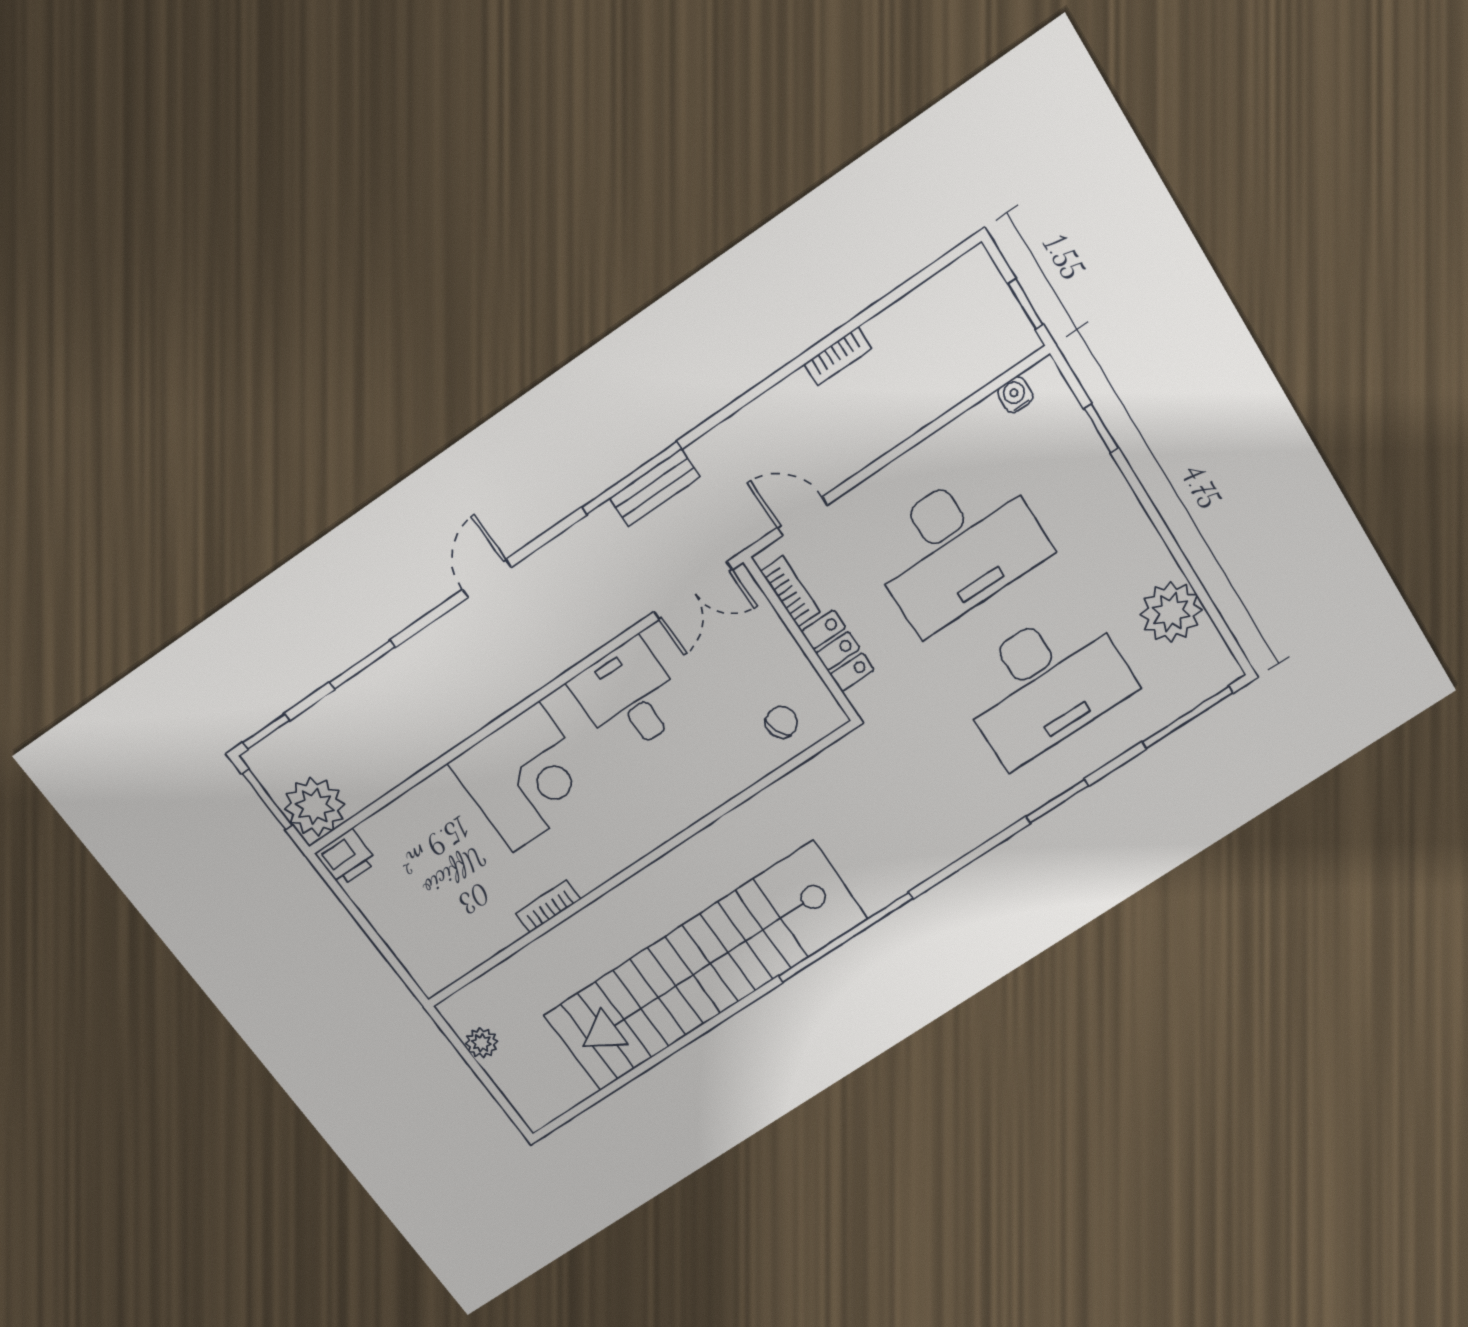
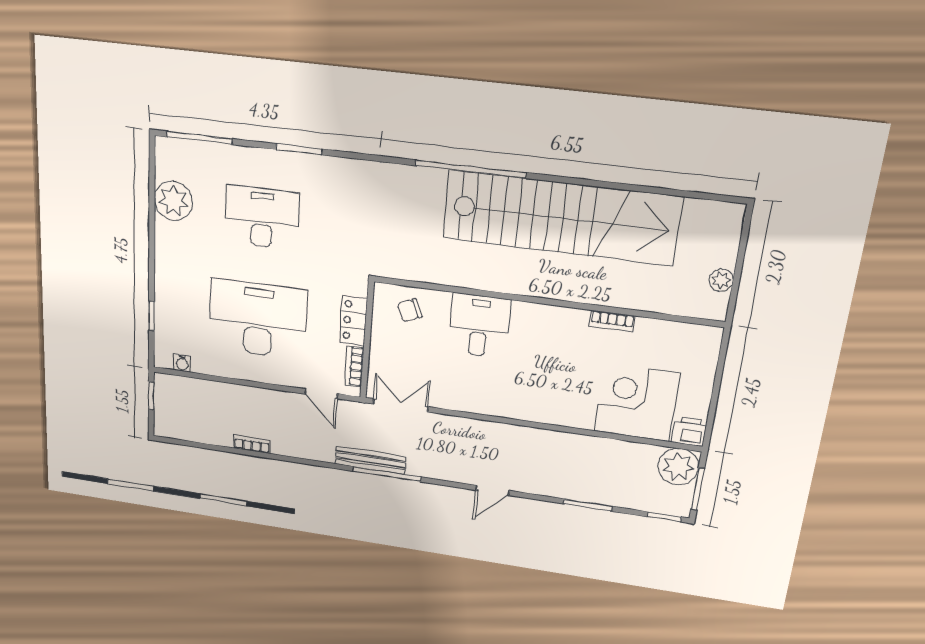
bench: (655, 488) -> (370, 460), width x1.36
desk: (1045, 684) -> (262, 218), width x0.73, depth x0.77
desk: (629, 697) -> (479, 326), moved, turned 180
corner desk: (526, 778) -> (637, 402), moved

